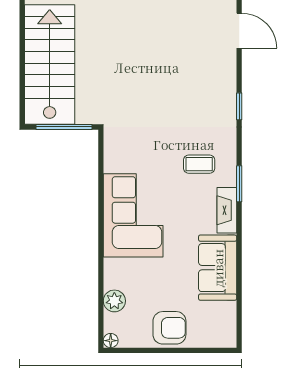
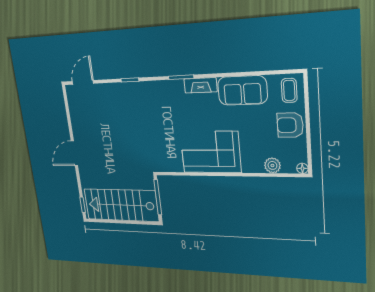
coffee table: (199, 164) -> (289, 90), moved
armchair: (169, 328) -> (290, 125), turned -90

